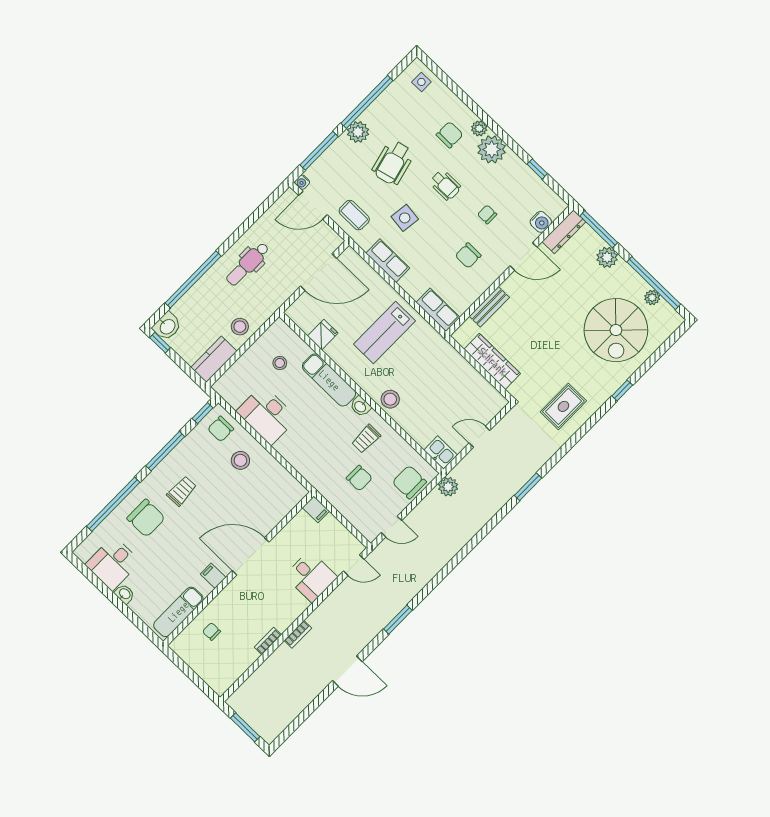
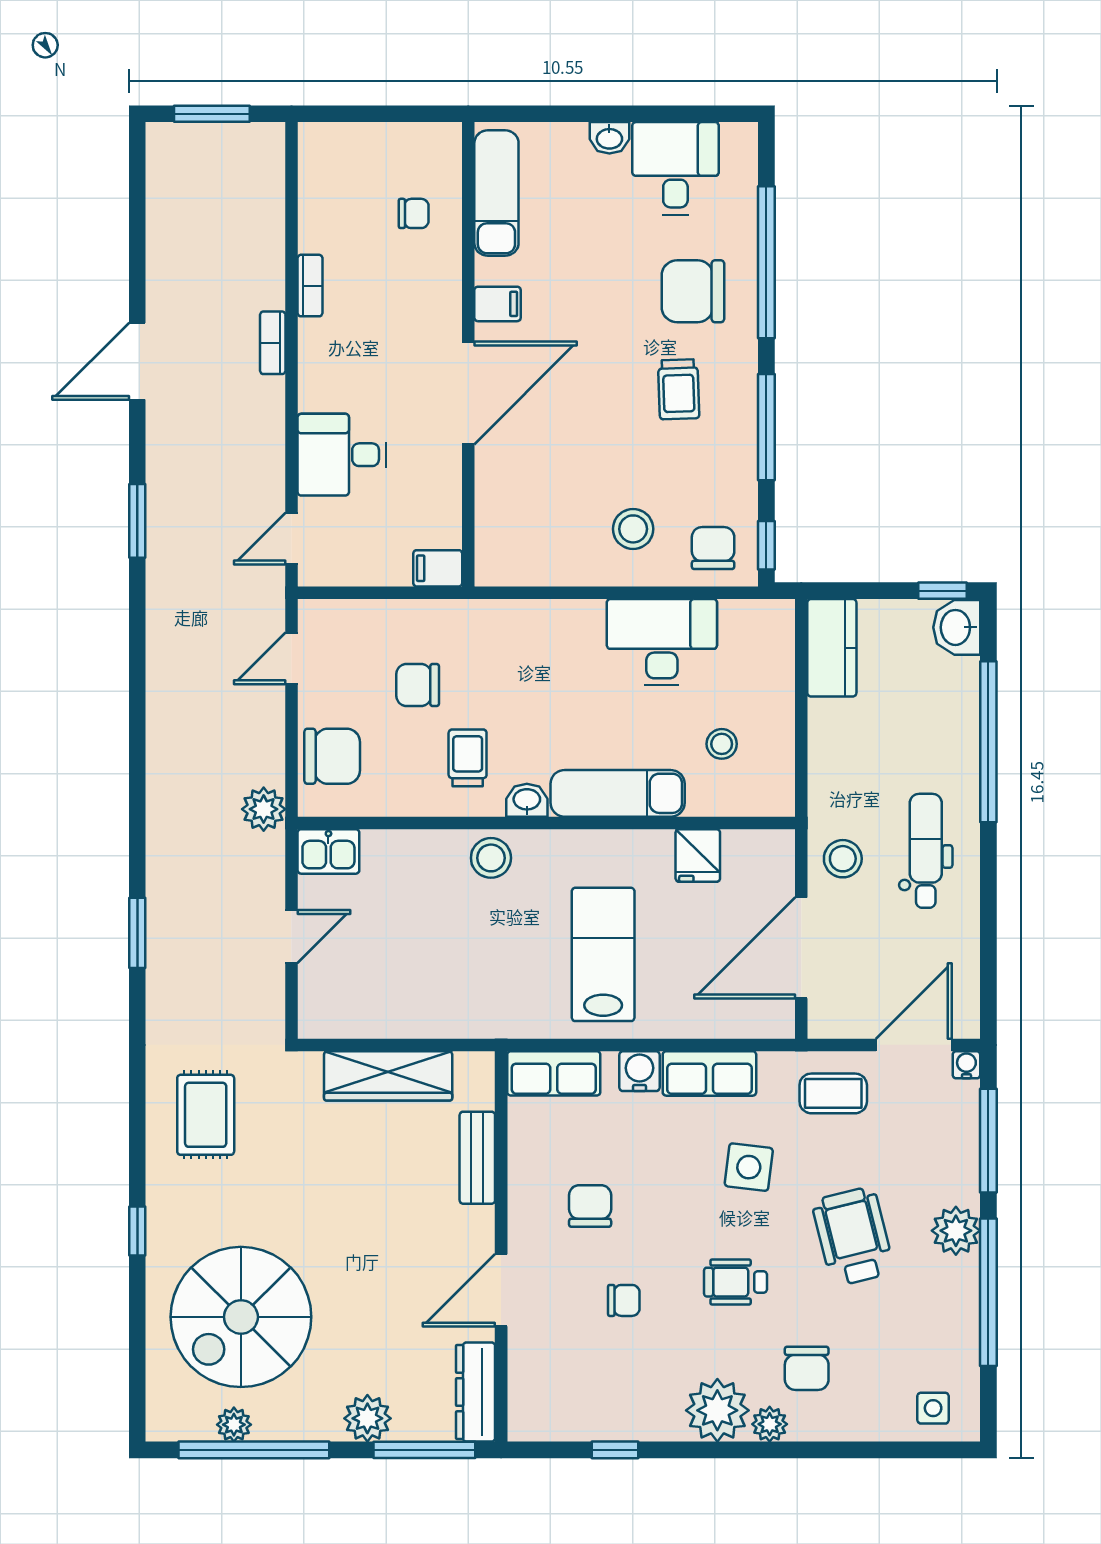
water cooler: (541, 222) -> (640, 1071), moved, turned 90
stool: (240, 327) -> (843, 859), moved
spiral stairs: (616, 330) -> (241, 1317), turned -90

